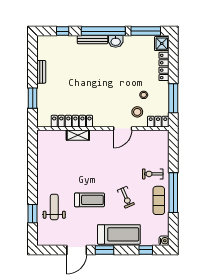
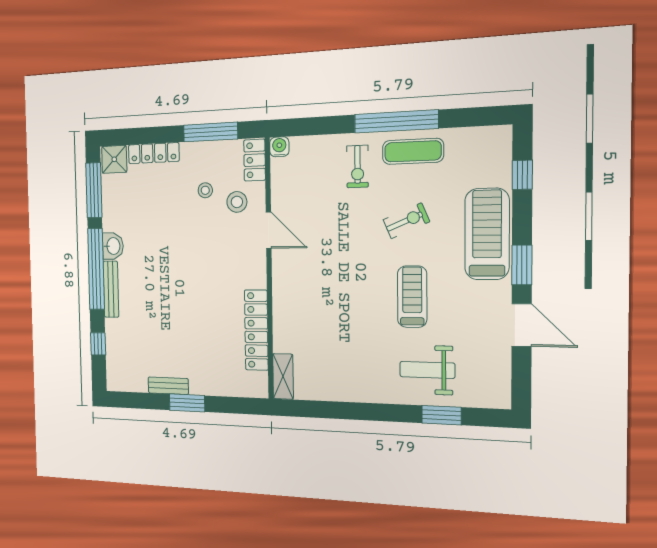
window: (33, 98) -> (187, 403), moved
shelving: (78, 135) -> (283, 376), moved
water cooler: (164, 241) -> (279, 147), moved

